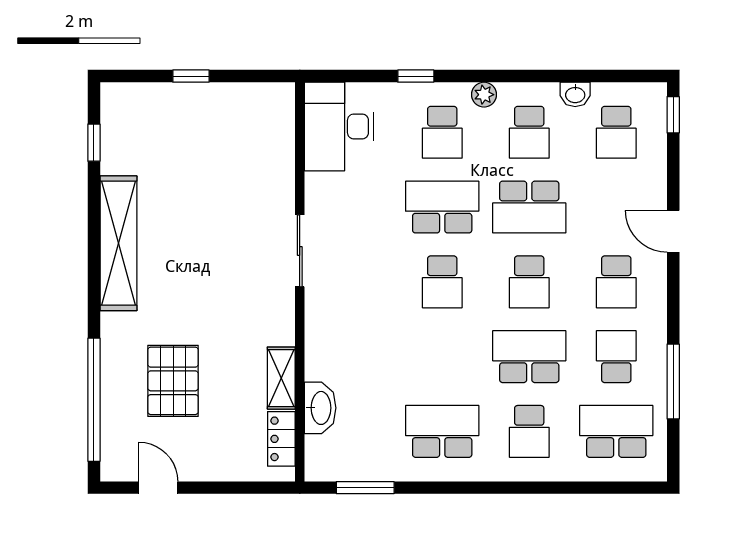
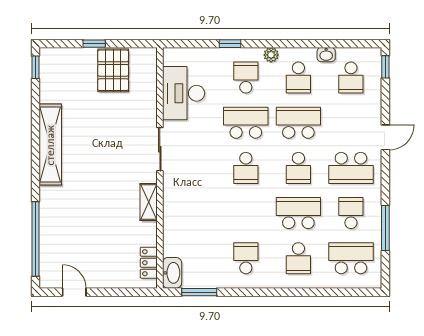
desk: (339, 126) -> (184, 93), moved
school desk: (442, 132) -> (246, 78), turned 180
window: (94, 143) -> (35, 67), moved
school desk: (529, 207) -> (298, 123), turned 180
door: (673, 231) -> (385, 137), swing flipped
school desk: (616, 282) -> (351, 168), width x1.85
shelving: (281, 378) -> (149, 202), moved
pallet: (173, 381) -> (113, 70), moved
washbasin: (320, 408) -> (172, 273), moved
school desk: (442, 431) -> (246, 258), width x0.54

